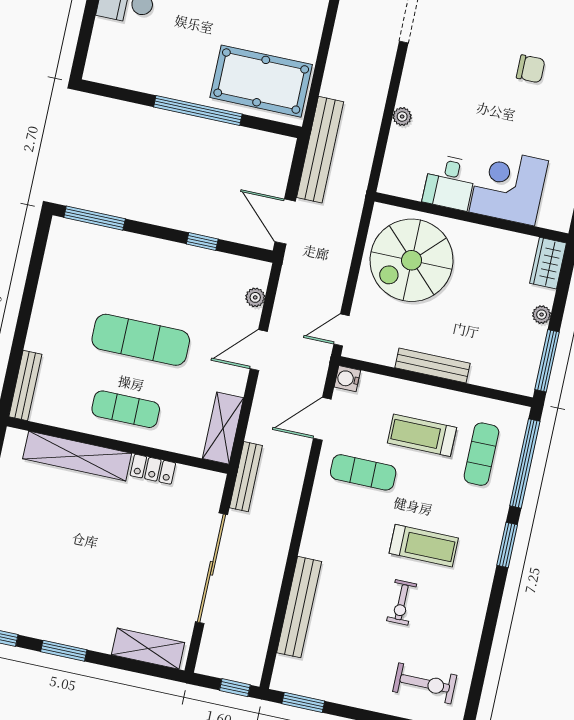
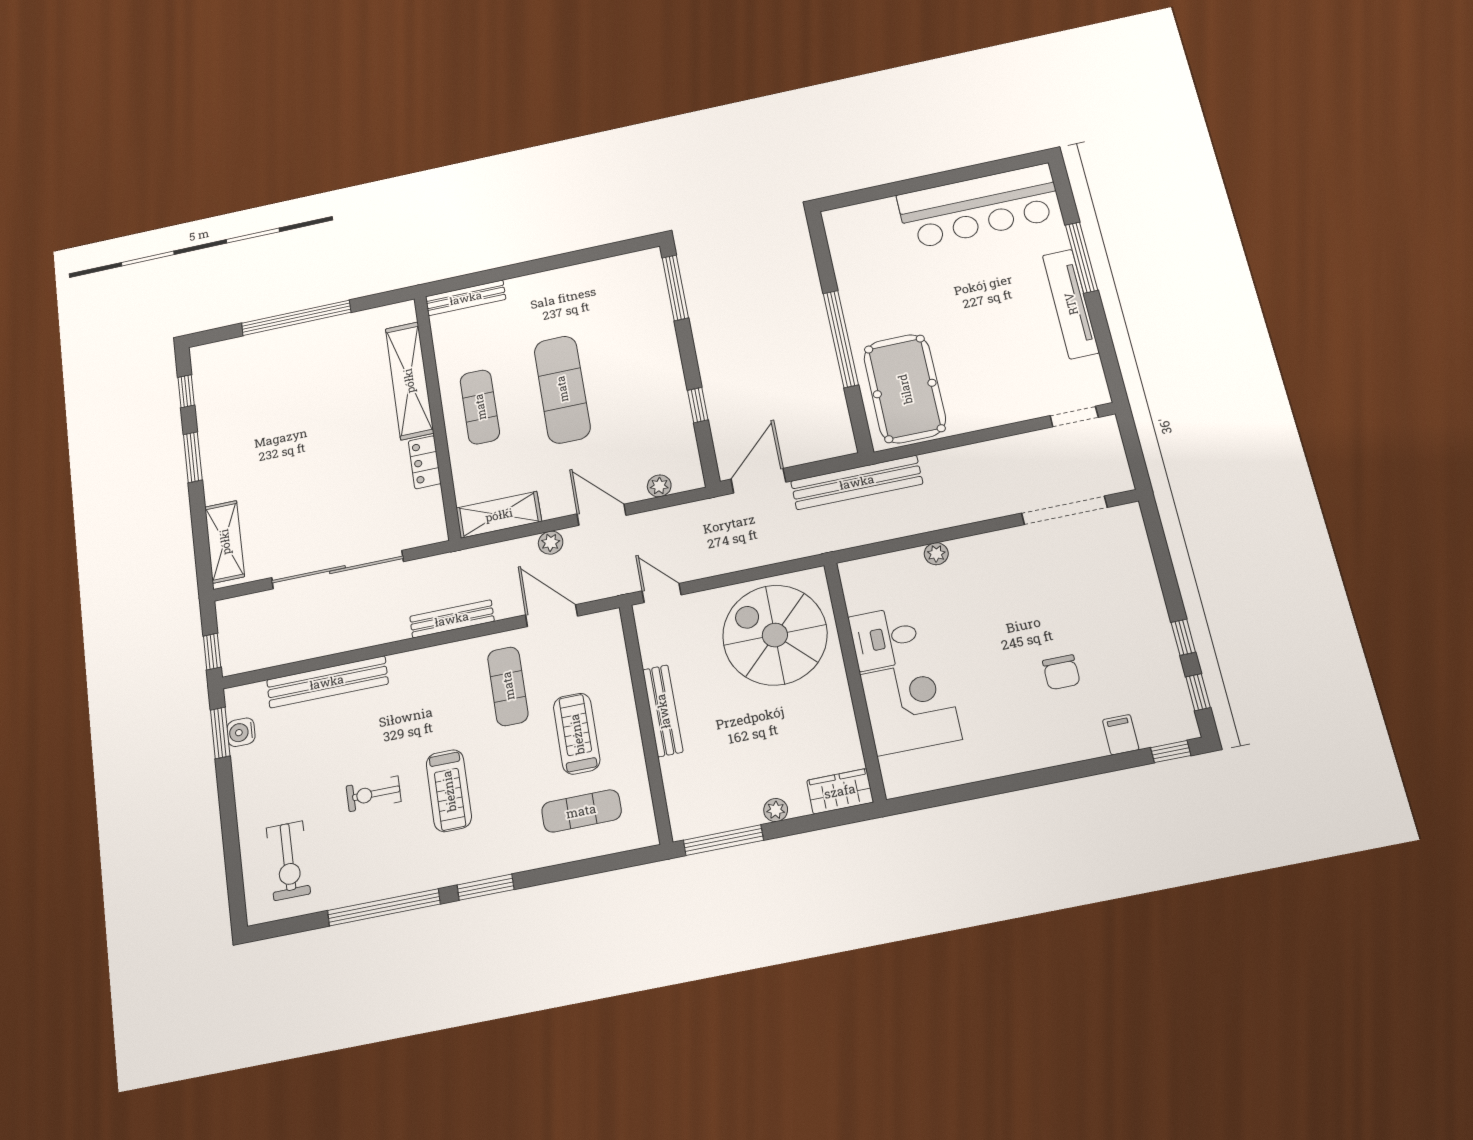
water cooler: (347, 379) -> (241, 732), moved, turned -90
plant: (264, 397) -> (551, 543), added
window: (525, 463) -> (384, 907), moved
bench: (246, 477) -> (452, 619), moved

